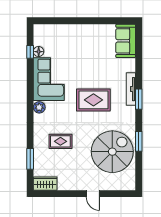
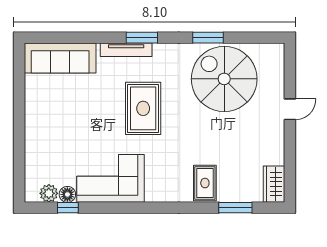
sofa: (126, 41) -> (60, 58), width x1.36
plant: (39, 107) -> (49, 193), moved
rug: (60, 141) -> (205, 183), moved

